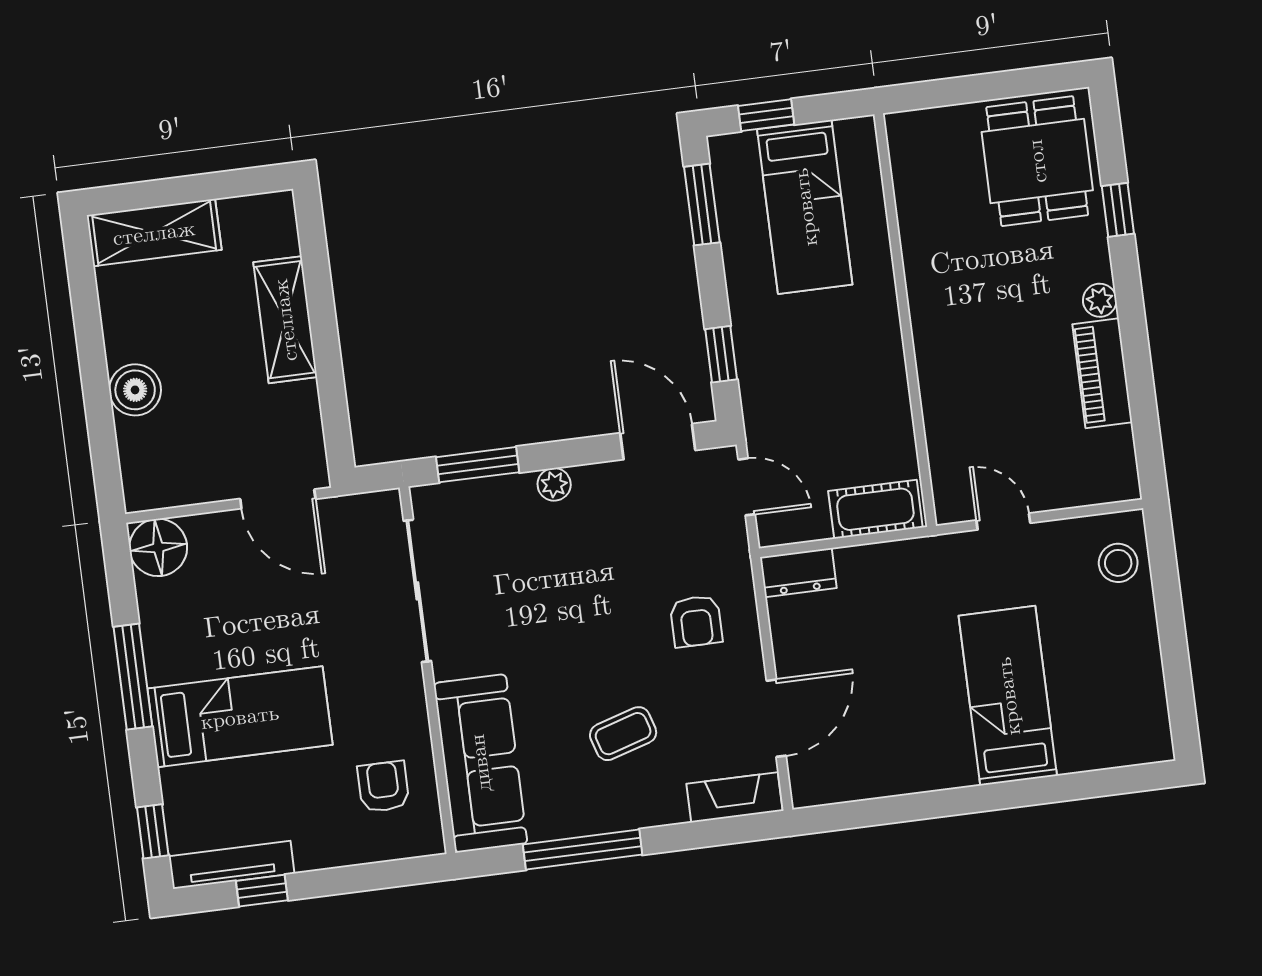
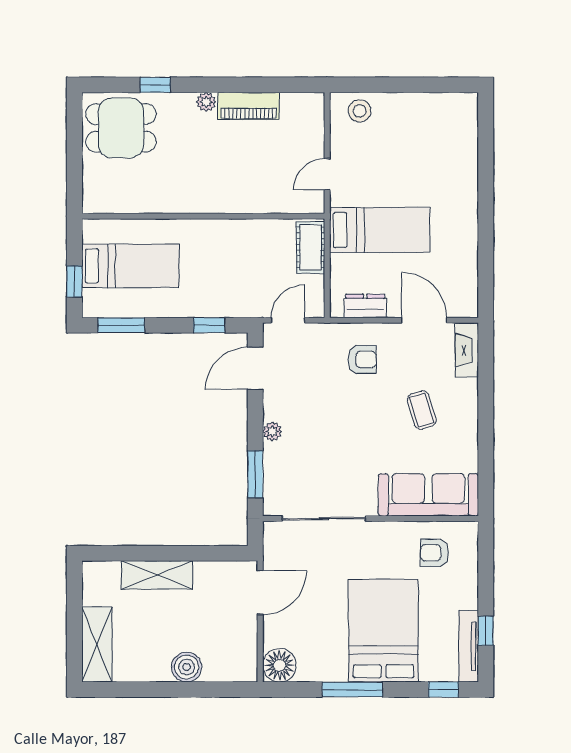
dresser: (798, 573) -> (365, 306), moved, turned -90
bed: (1008, 696) -> (380, 230), moved, turned 180
bed: (240, 717) -> (383, 631), width x1.50
window: (583, 849) -> (486, 442), removed

